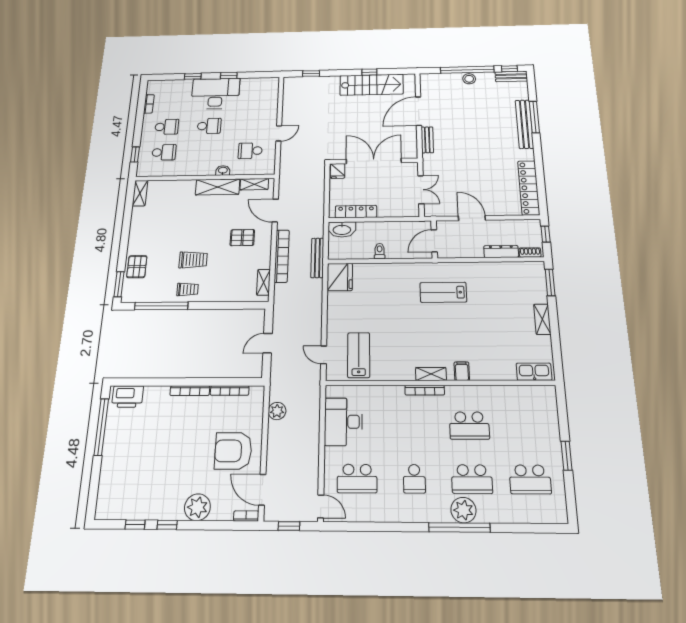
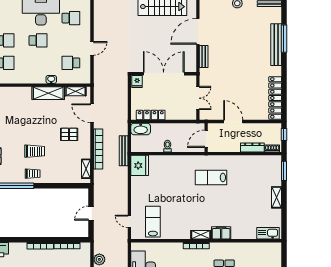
school desk: (253, 100) -> (71, 18), added
filing cabinet: (462, 371) -> (221, 233), width x2.00

